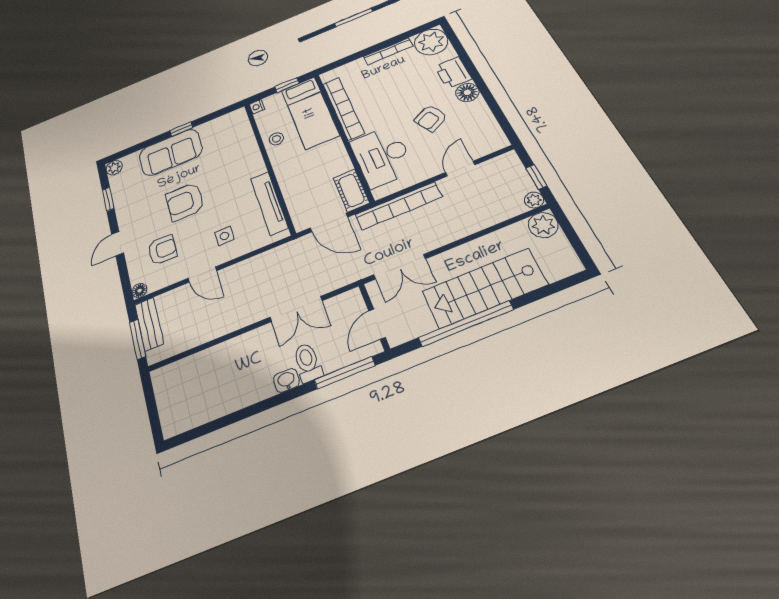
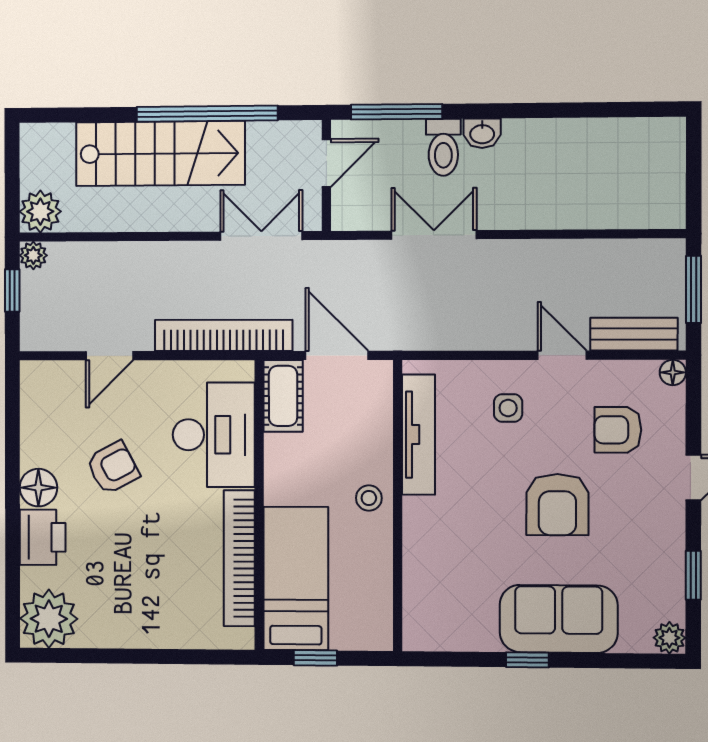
bookcase: (388, 51) -> (124, 637), removed
nightstand: (257, 107) -> (381, 638), removed
stool: (276, 139) -> (369, 498), moved
armchair: (185, 202) -> (557, 505), turned 90
bench: (149, 324) -> (634, 334), moved, turned 90

